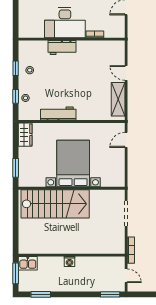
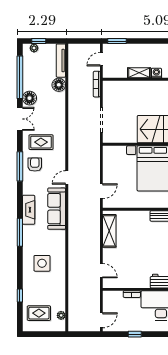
door: (126, 73) -> (101, 271), moved
shelving: (87, 262) -> (139, 73), added
door: (126, 276) -> (101, 59), hinge flipped

